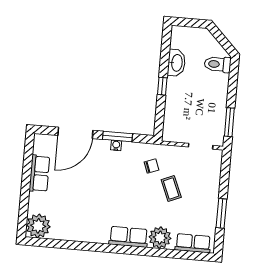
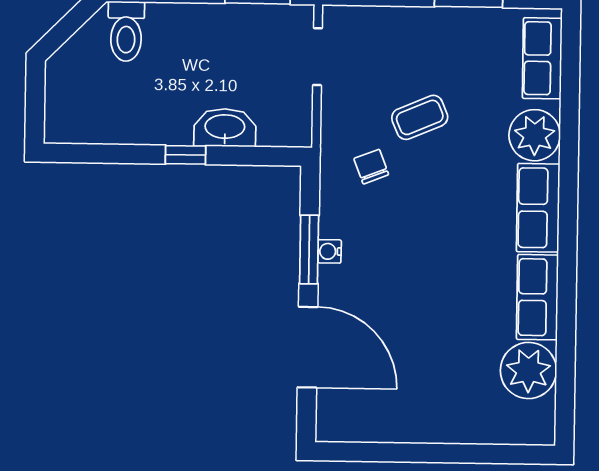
washbasin: (176, 63) -> (225, 128), moved
row of seats: (39, 174) -> (537, 297), moved, turned -90
plant: (38, 226) -> (528, 370), moved

